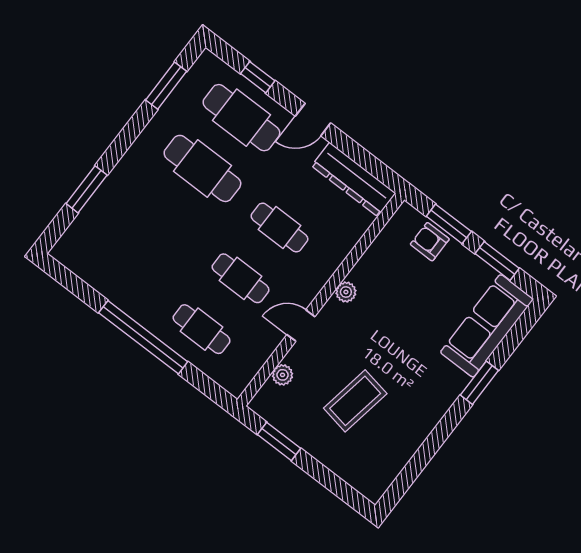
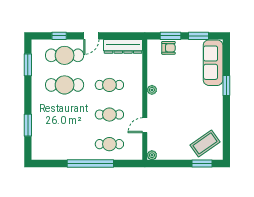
armchair: (430, 242) -> (169, 48), turned 180
door: (301, 326) -> (145, 125), moved
plant: (283, 375) -> (152, 155), moved
coffee table: (355, 401) -> (205, 143), moved, turned 45
window: (279, 441) -> (202, 164), moved

